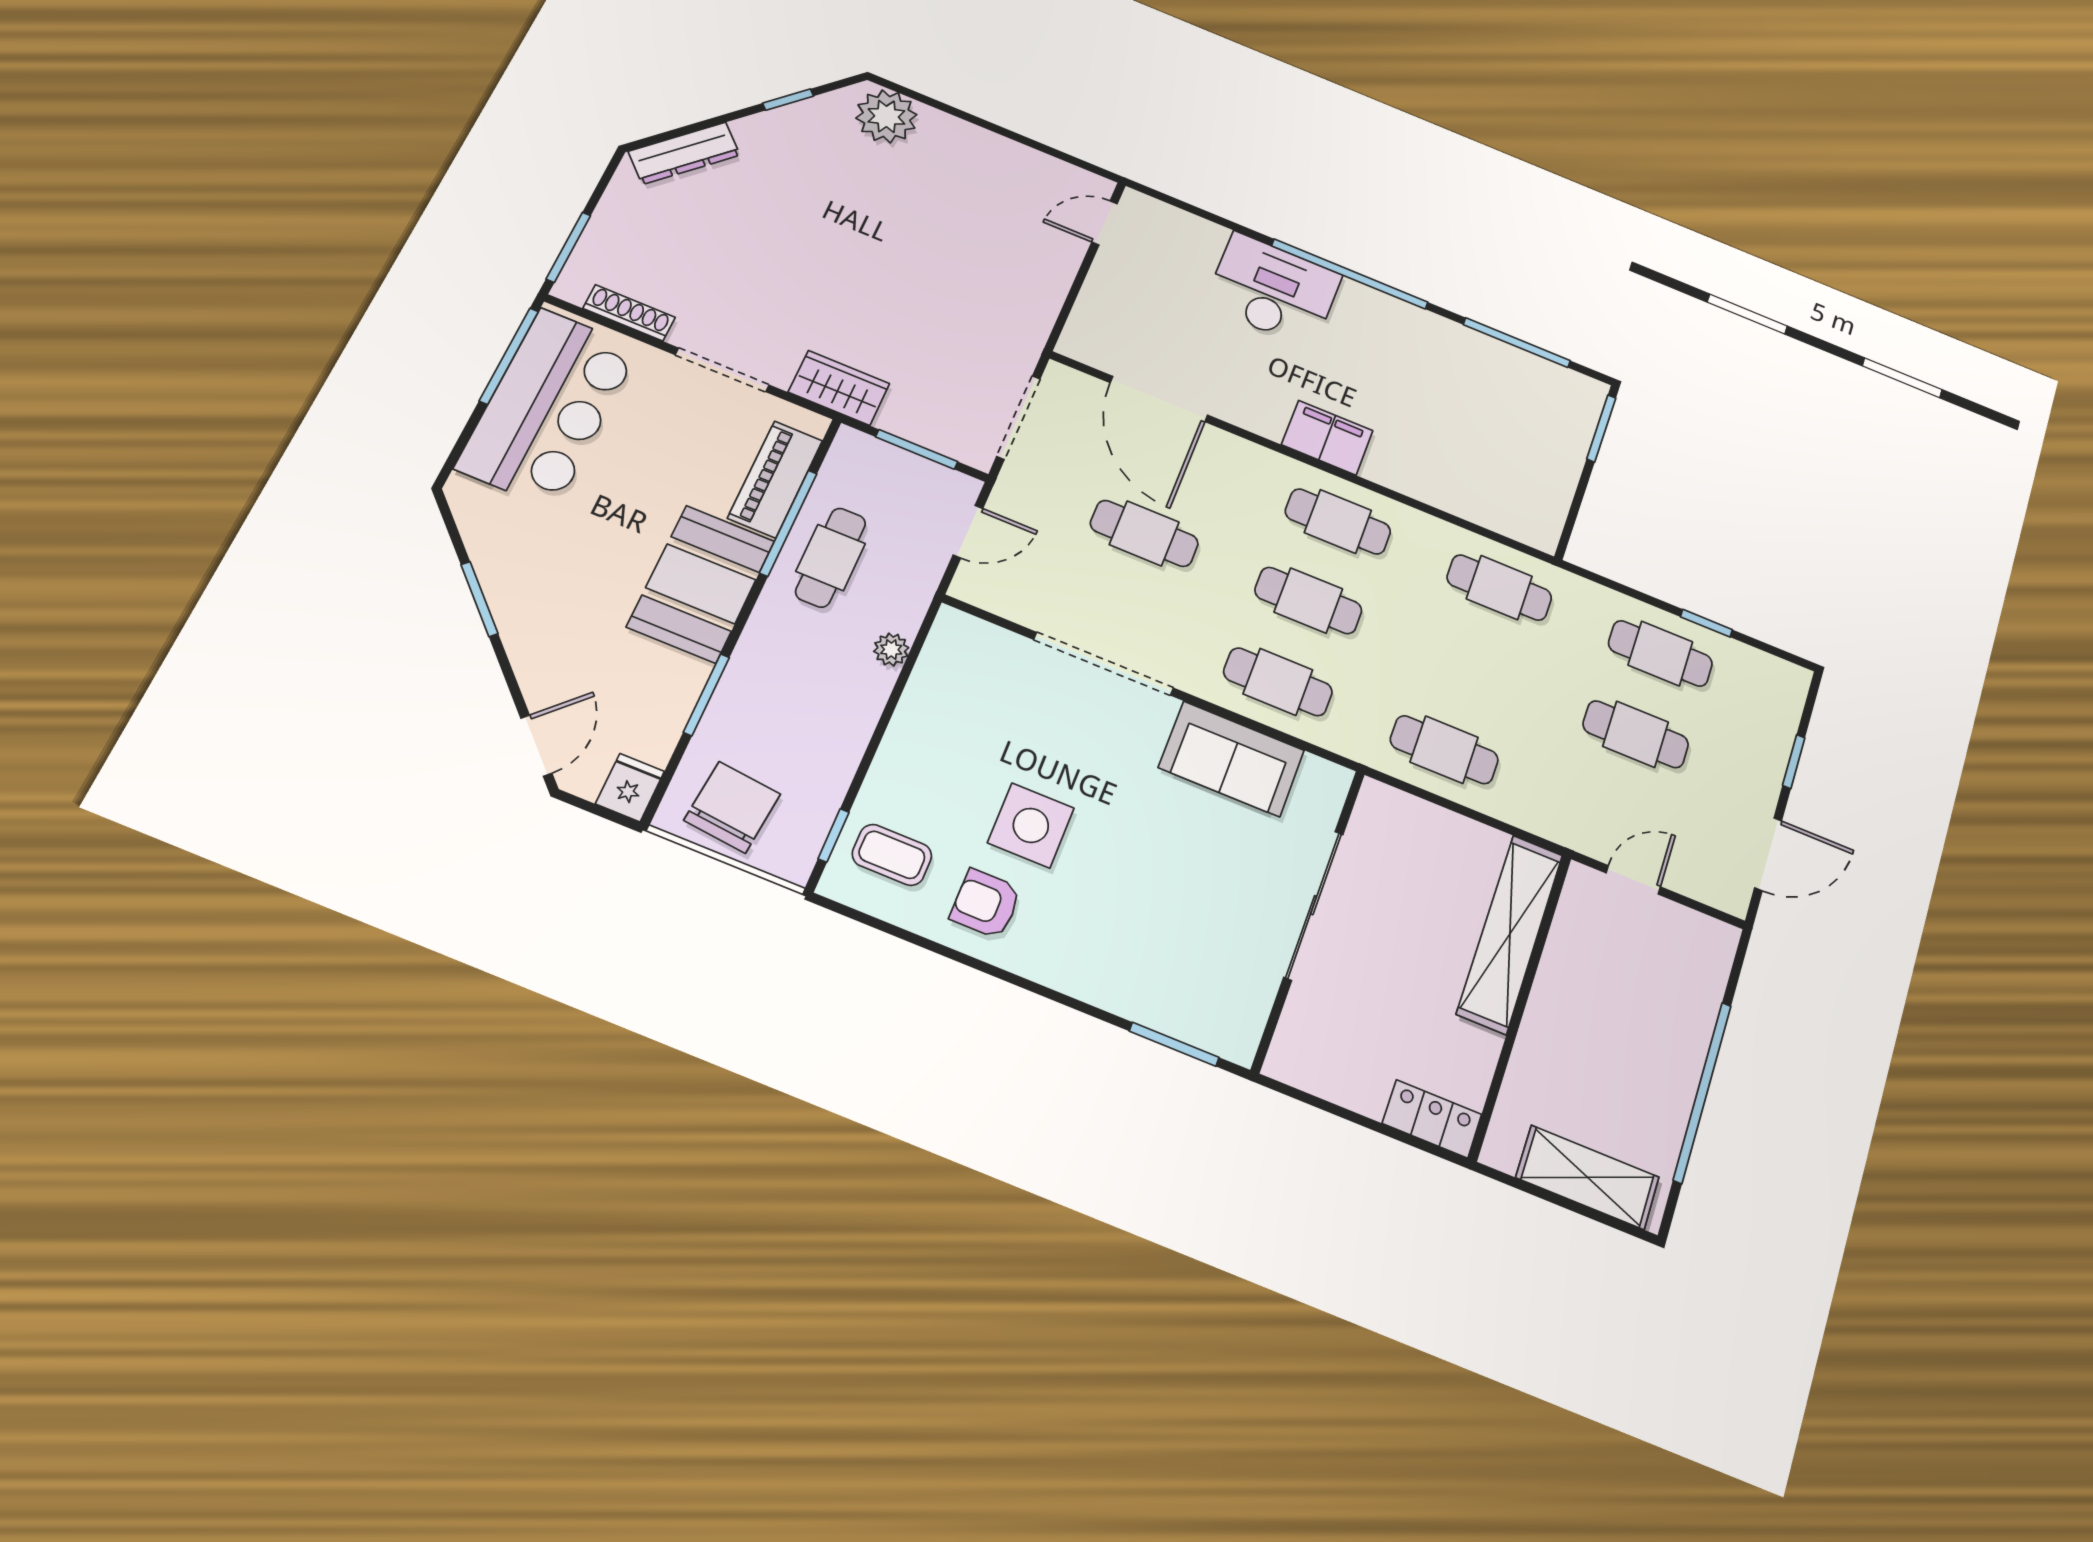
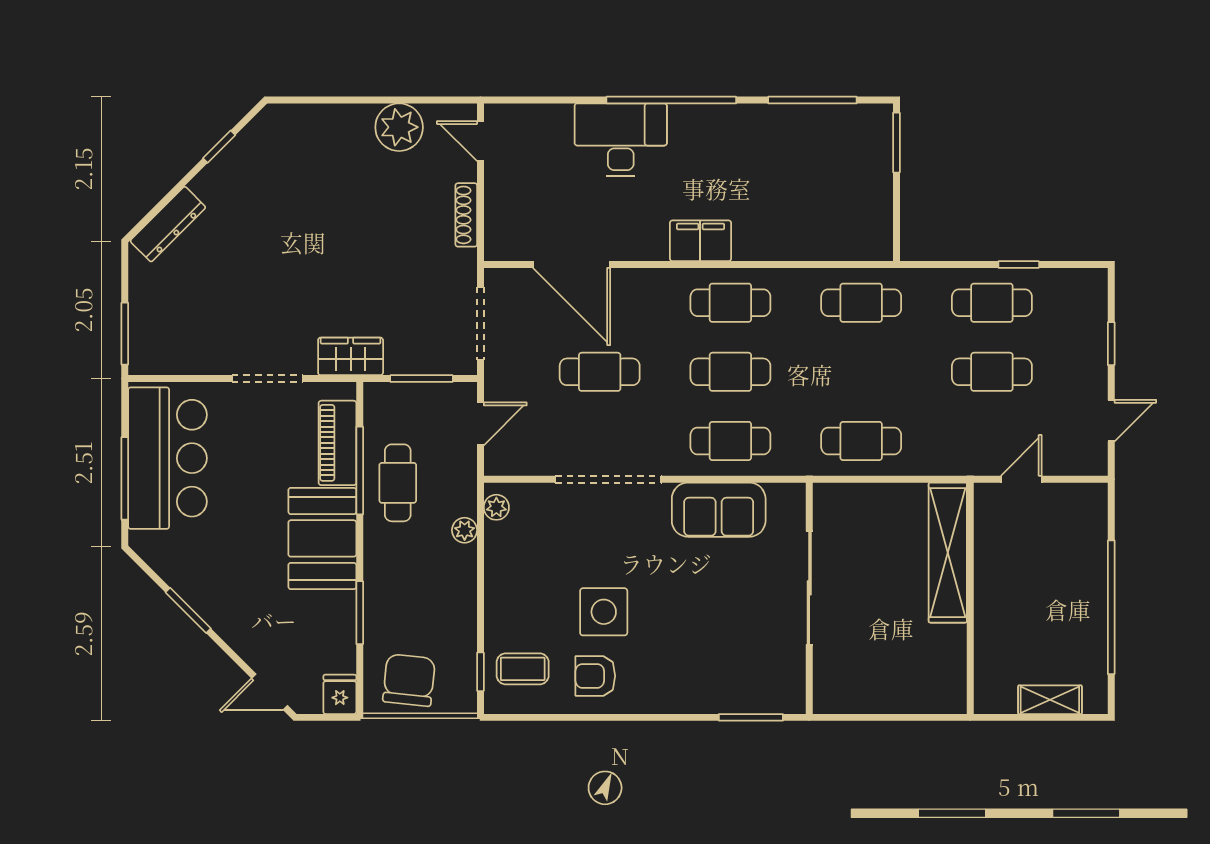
plant: (886, 116) -> (399, 127), moved
door: (1105, 223) -> (480, 141), hinge flipped
shoe rack: (629, 313) -> (466, 215), moved, turned -90
window: (509, 356) -> (125, 478), moved
plant: (945, 639) -> (496, 507), added
door: (536, 746) -> (270, 692), swing flipped
door: (1768, 854) -> (1111, 421), width x0.73
locker: (1432, 1119) -> (935, 698), removed
shelving: (1587, 1177) -> (1050, 700), width x0.67, depth x0.75

